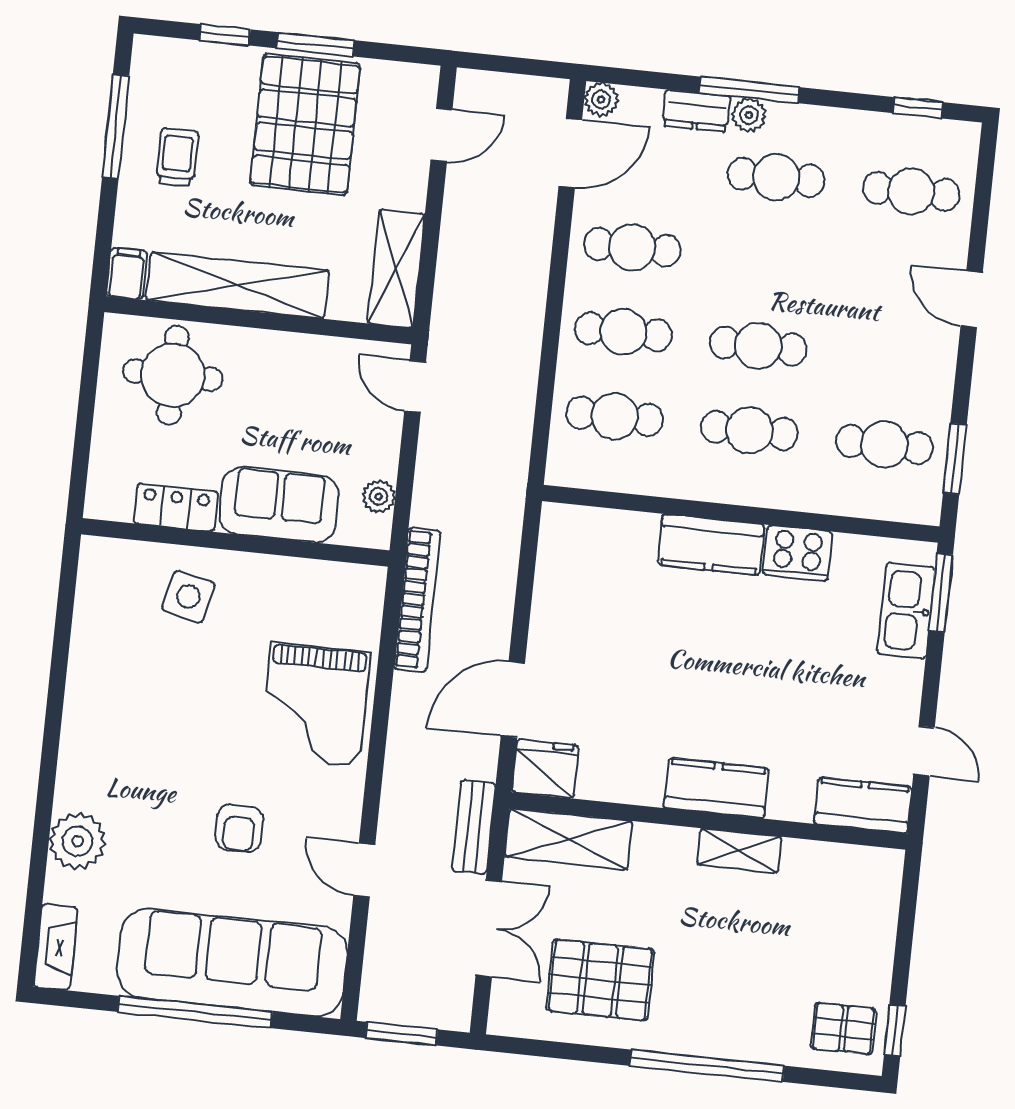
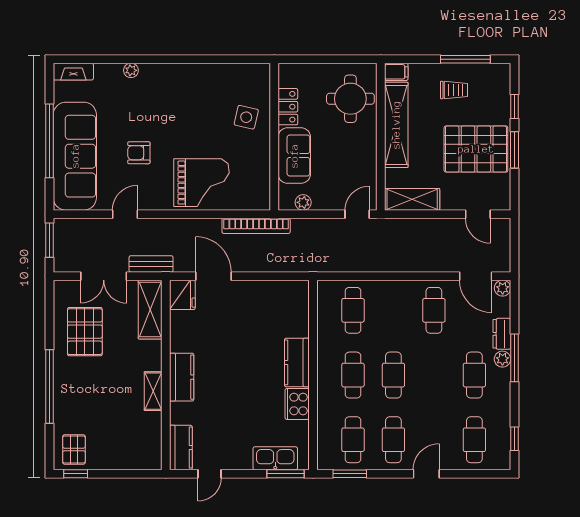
cafe table: (623, 332) -> (393, 440), moved
grand piano: (315, 704) -> (201, 183), turned 180
plant: (77, 841) -> (131, 70), width x0.53, depth x0.53

